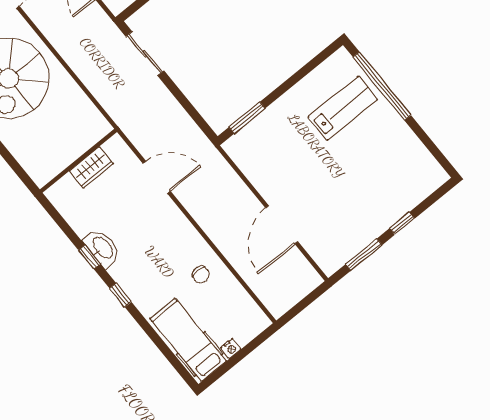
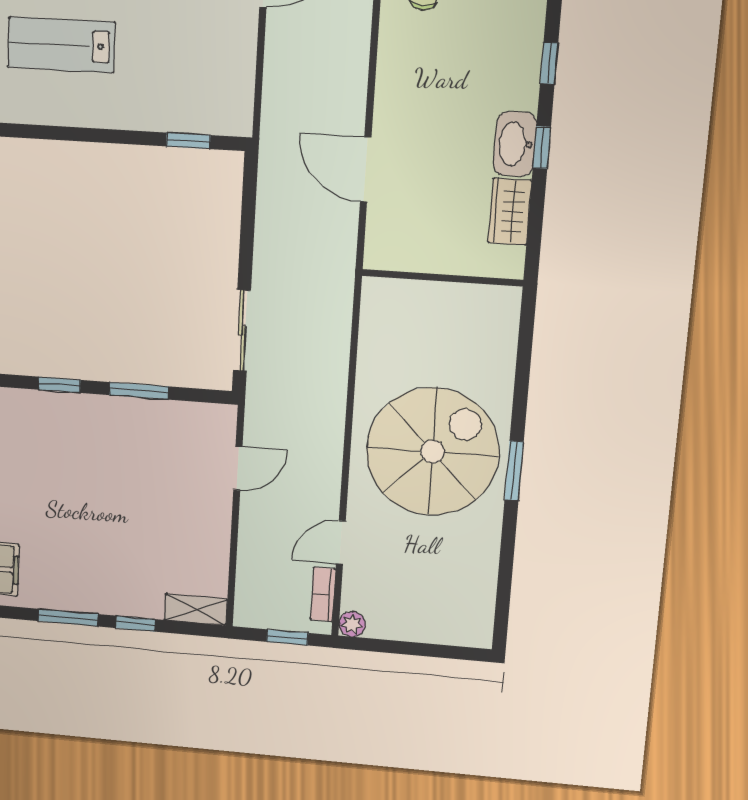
window: (247, 118) -> (188, 141), width x0.67
wardrobe: (91, 167) -> (510, 212), moved, turned -90

